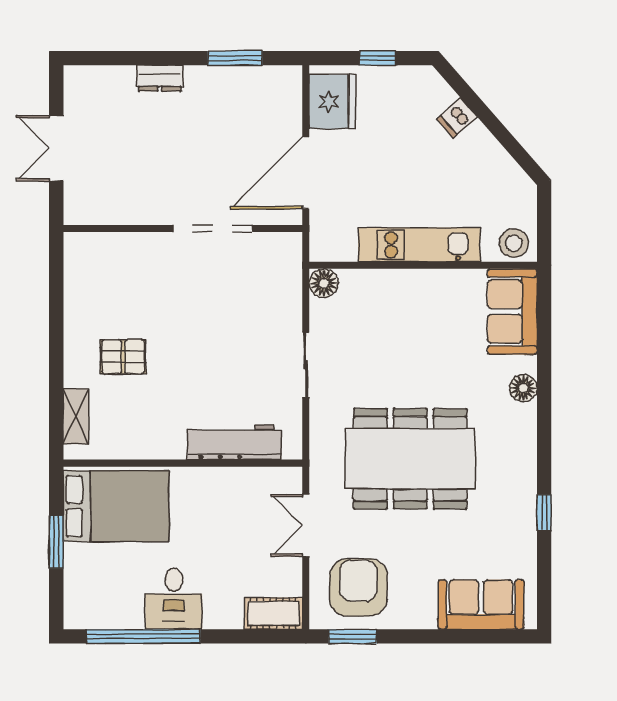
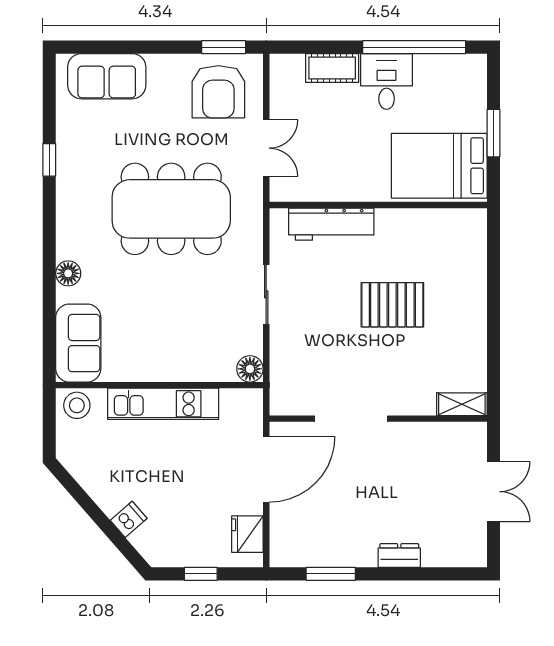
fridge: (332, 102) -> (247, 534), width x0.73, depth x0.75
pallet: (123, 357) -> (392, 305), moved, width x1.50, depth x1.42
shelving: (76, 416) -> (462, 404), moved, turned 90
cot: (273, 613) -> (332, 68), moved

